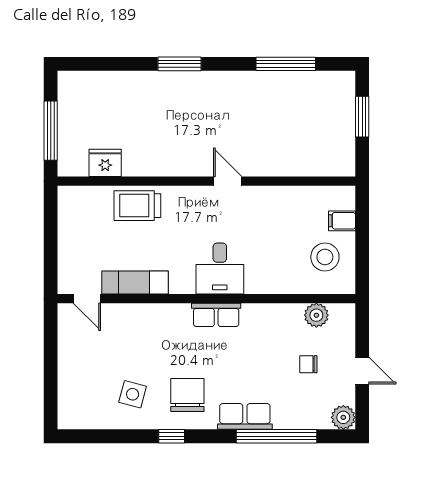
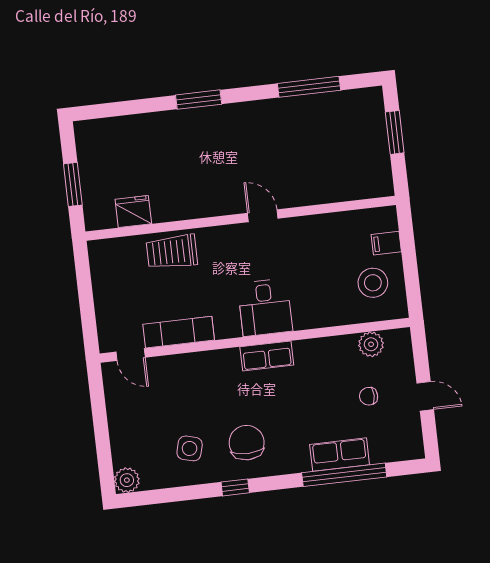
window: (51, 131) -> (73, 184), width x0.69
row of seats: (245, 416) -> (340, 455), moved
plant: (343, 417) -> (127, 480), moved

